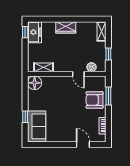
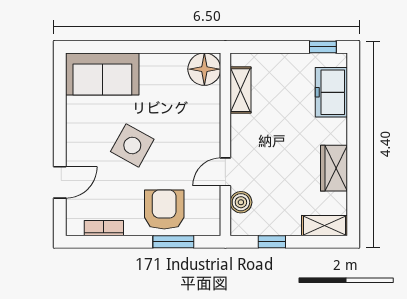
wardrobe: (66, 27) -> (334, 168), moved
freezer: (34, 32) -> (331, 92), moved, turned 90
side table: (67, 114) -> (132, 145), added
window: (25, 117) -> (125, 47), removed

